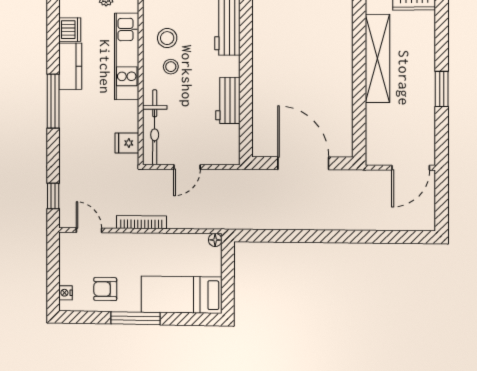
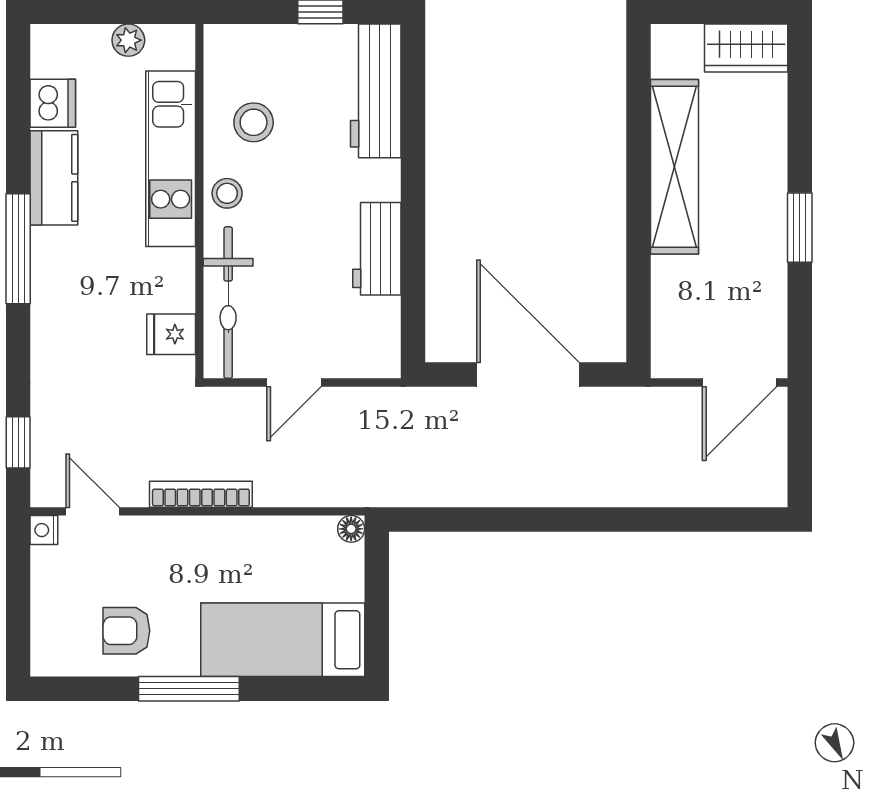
stool: (171, 67) -> (227, 193), moved
nightstand: (65, 293) -> (44, 530), moved

